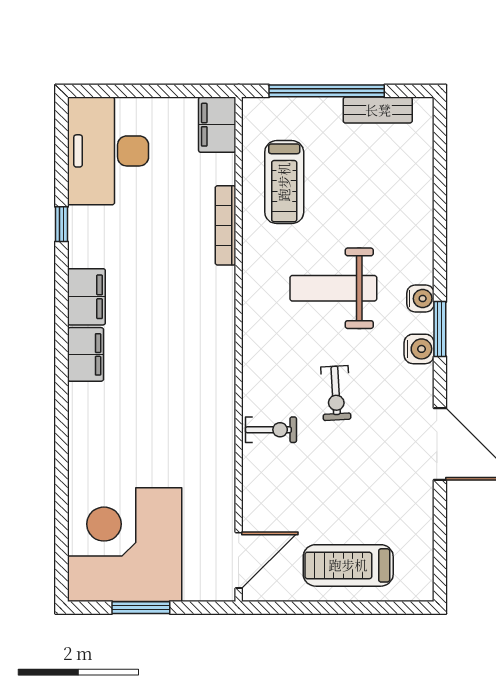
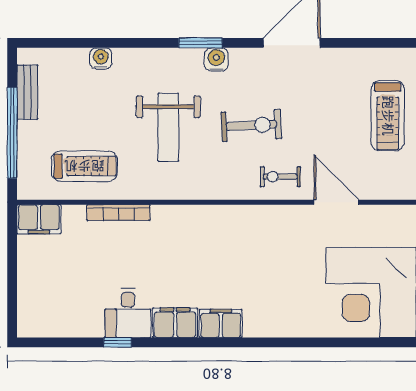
desk: (108, 151) -> (128, 313), moved, width x0.53, depth x0.77
water cooler: (420, 299) -> (101, 58), moved
exercise bike: (336, 393) -> (251, 125), width x1.38, depth x1.39
exercise bike: (271, 430) -> (280, 177), turned -90
door: (239, 560) -> (336, 202), moved

